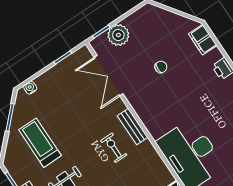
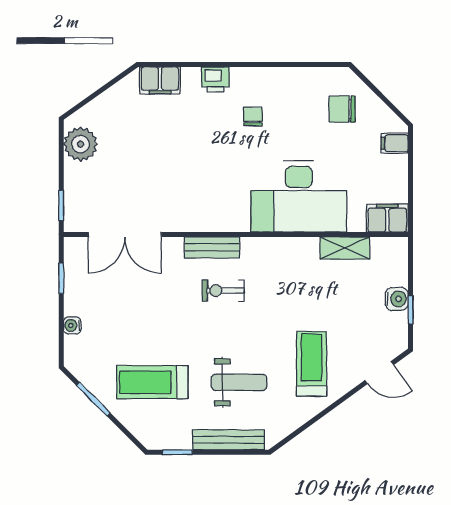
plant: (118, 35) -> (81, 144), moved
chair: (161, 67) -> (253, 117), moved
water cooler: (30, 88) -> (72, 325), moved

